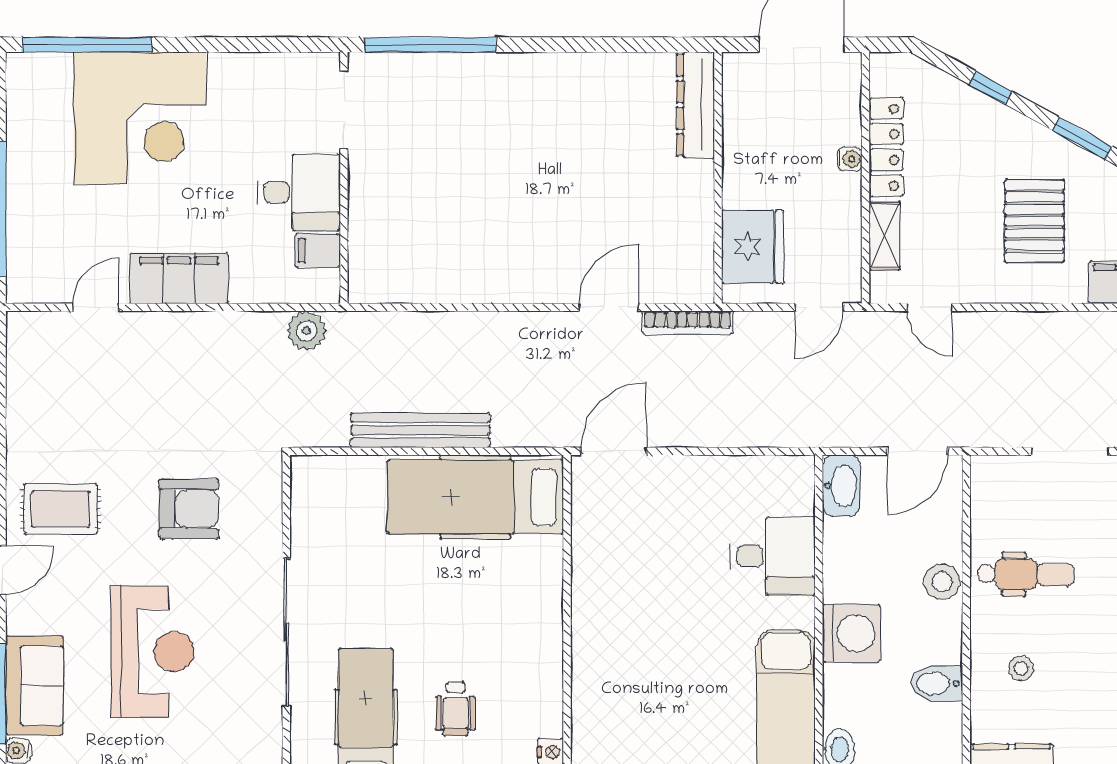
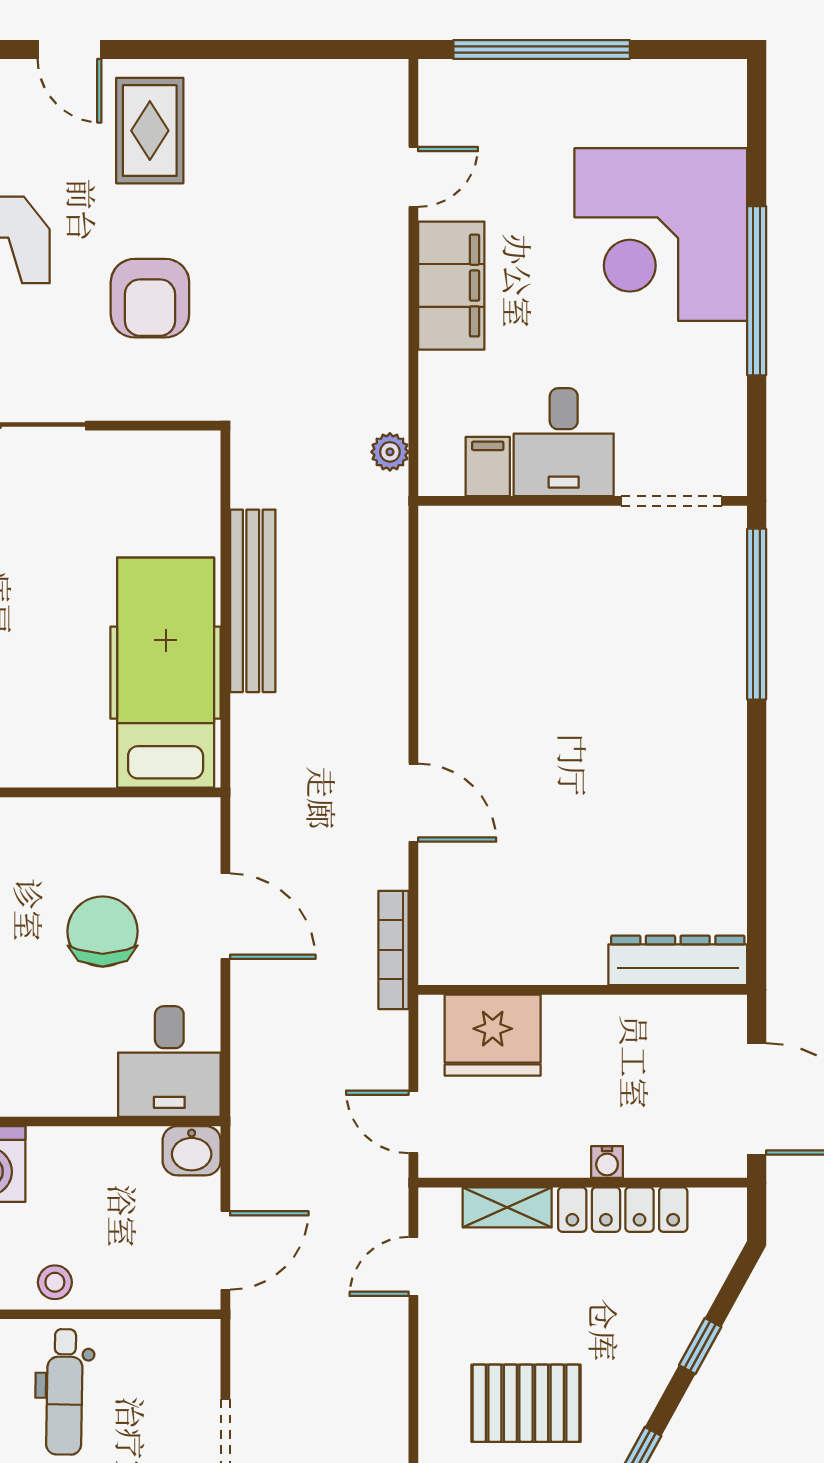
window: (87, 45) -> (757, 291), moved
door: (96, 307) -> (413, 177), hinge flipped
door: (609, 307) -> (413, 803), moved
plant: (306, 331) -> (390, 452), width x0.73, depth x0.73
door: (614, 451) -> (225, 916), moved
door: (918, 451) -> (225, 1250), swing flipped
washbasin: (841, 486) -> (192, 1151), width x0.72
chair: (673, 545) -> (103, 931), added
desk: (773, 556) -> (169, 1061), moved
stool: (942, 582) -> (55, 1282), width x0.73, depth x0.73

